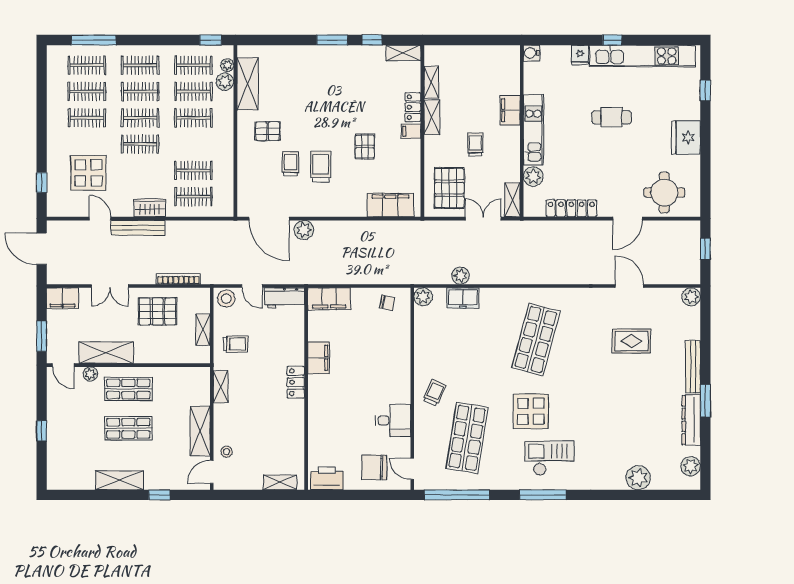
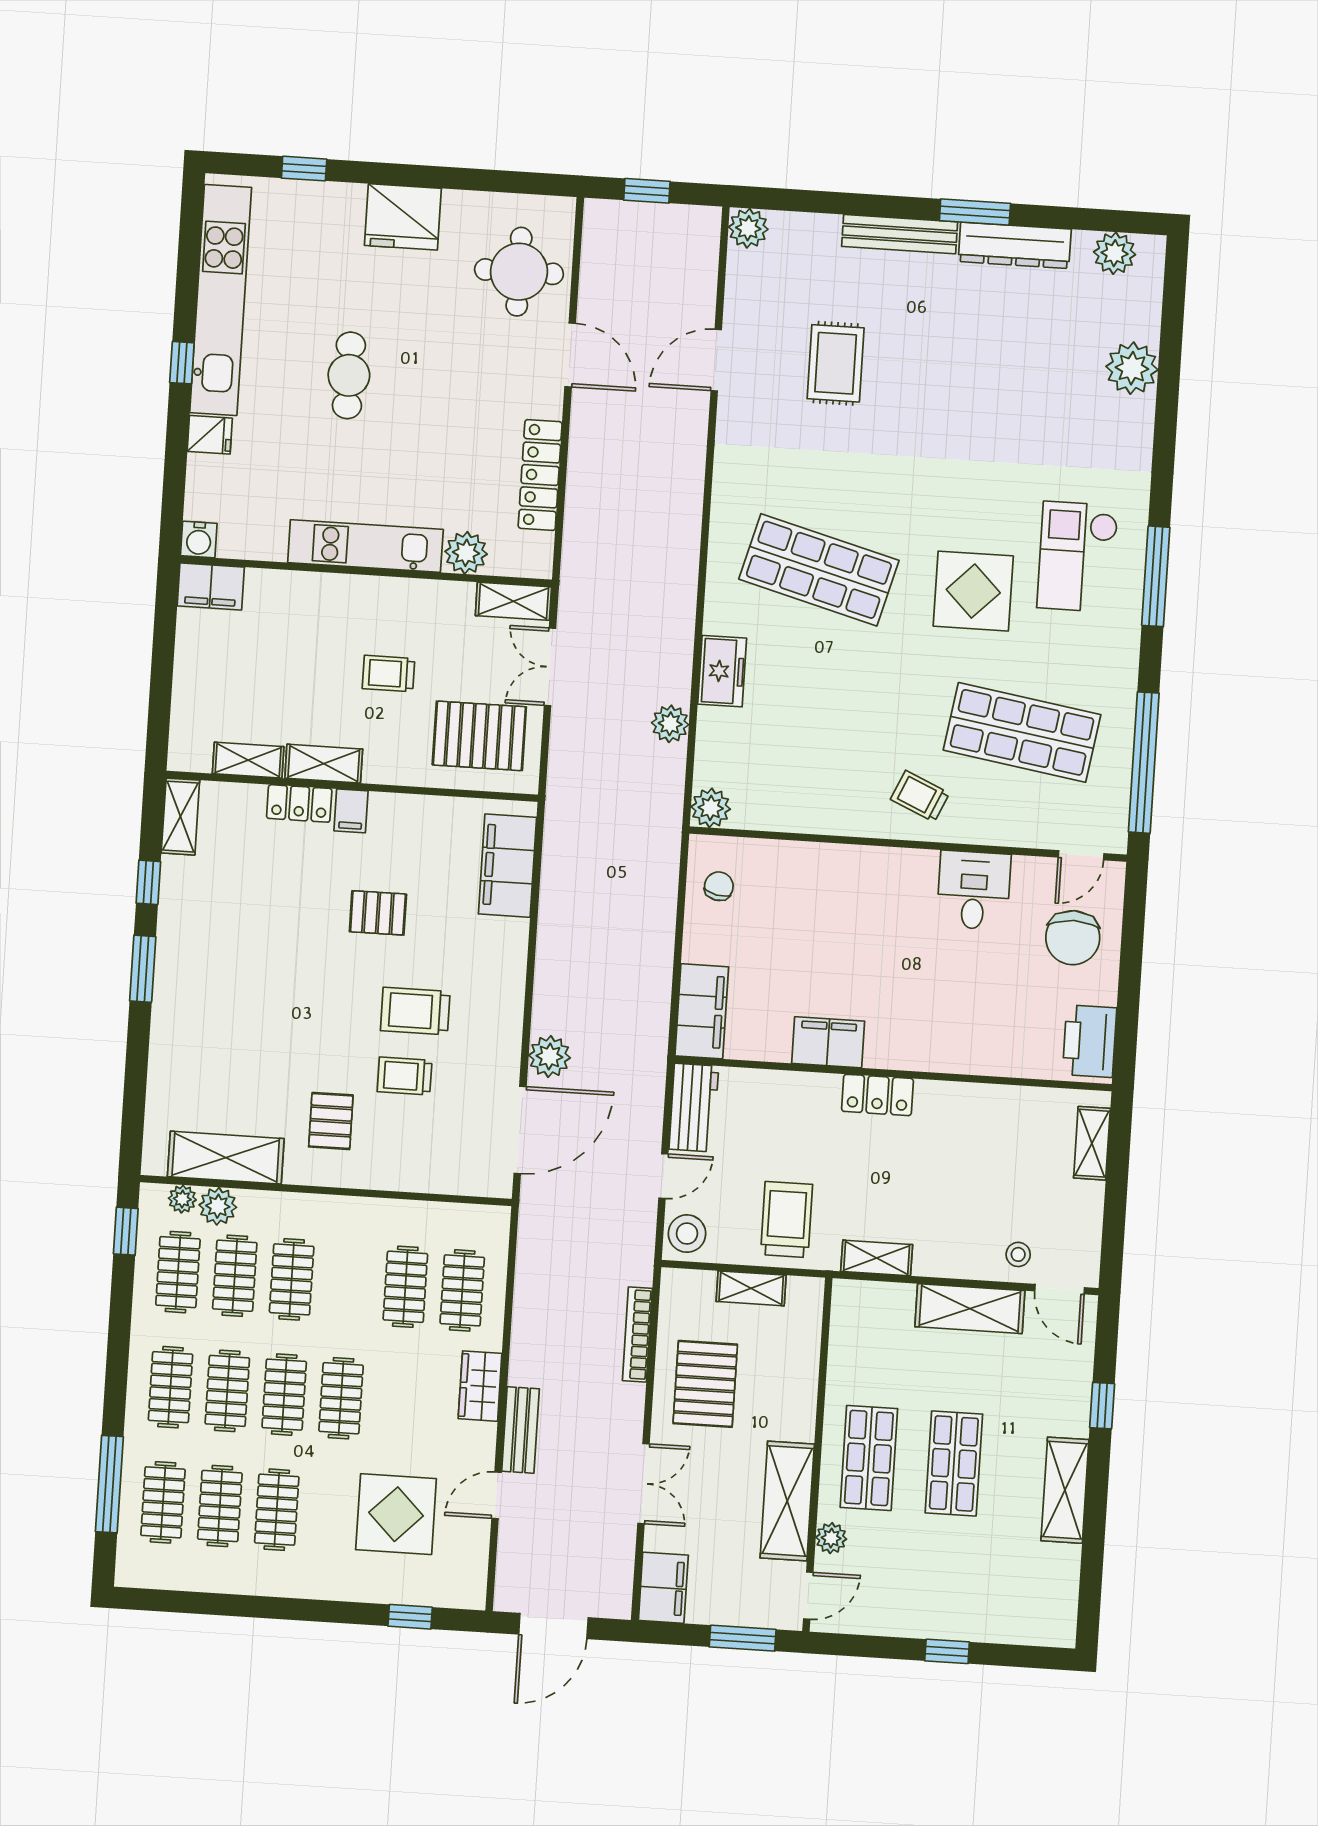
filing cabinet: (510, 110) -> (211, 586), moved
bench: (138, 228) -> (521, 1430), width x0.73
freezer: (463, 298) -> (722, 671), moved
trolley: (236, 344) -> (787, 1220), width x1.36, depth x1.39

